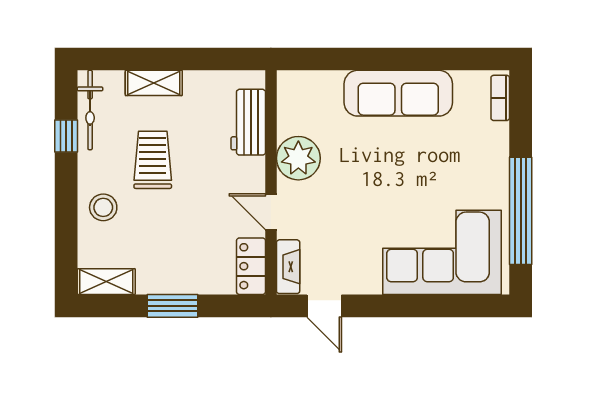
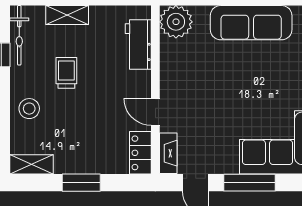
plant: (298, 158) -> (176, 22), moved
trolley: (153, 160) -> (66, 73), width x0.73, depth x0.72
window: (396, 306) -> (249, 183), added

